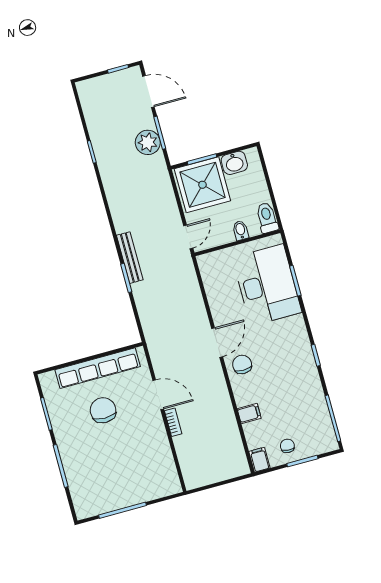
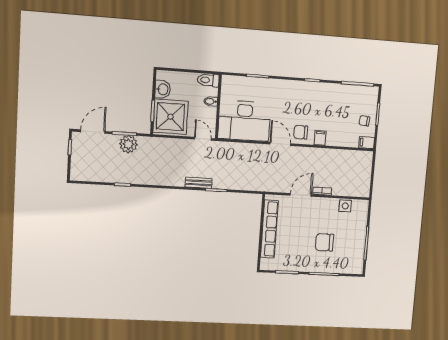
bench: (130, 258) -> (199, 183), width x0.73
desk: (267, 285) -> (244, 121), moved, turned 180
chair: (103, 410) -> (325, 242), moved
filing cabinet: (249, 413) -> (320, 138), moved
side table: (164, 462) -> (345, 206), added

